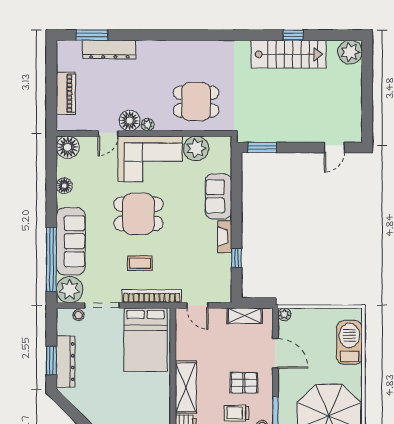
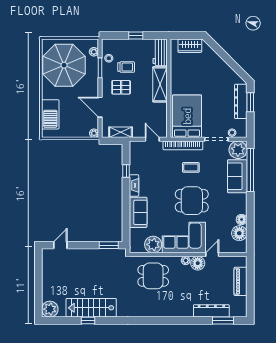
floor lamp: (68, 147) -> (239, 233), moved
sofa: (71, 241) -> (237, 176), width x0.73

